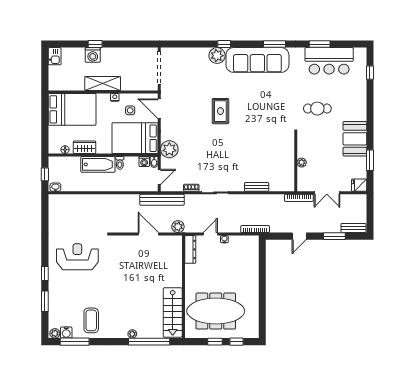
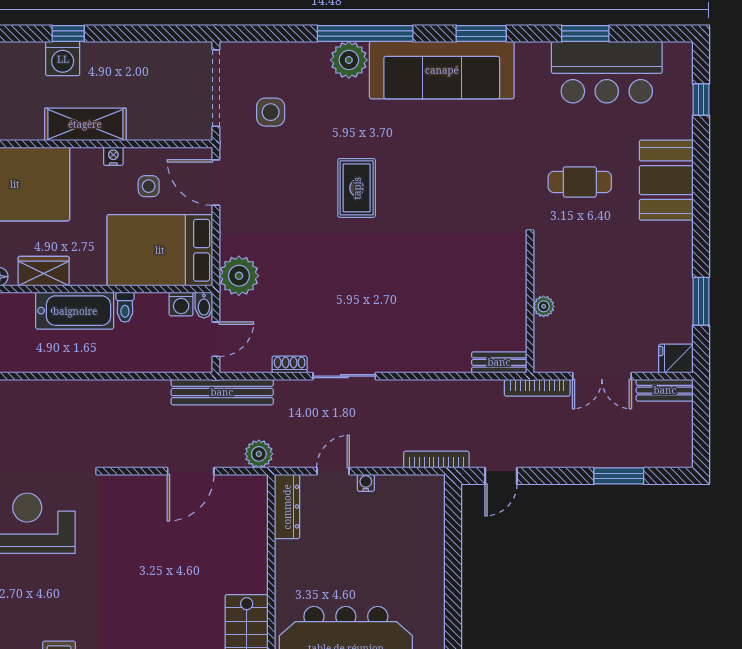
window: (224, 44) -> (365, 34), width x3.17
side table: (183, 78) -> (271, 112), added
booth: (355, 139) -> (666, 180), moved
bench: (257, 187) -> (499, 362), moved
bench: (353, 228) -> (665, 390), moved
door: (148, 234) -> (191, 471), swing flipped
door: (299, 236) -> (501, 476), moved

